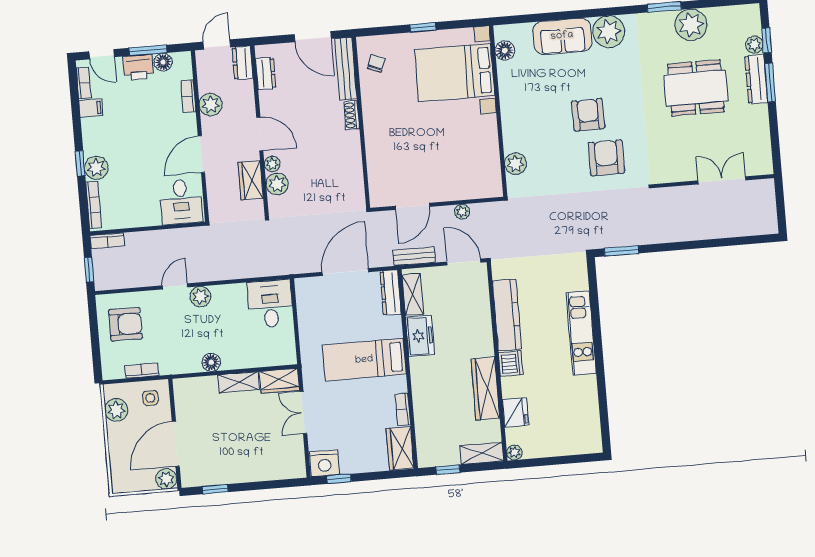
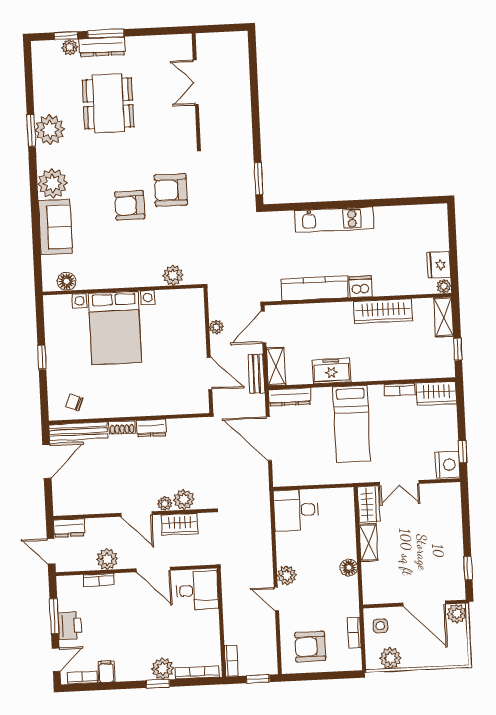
plant: (691, 25) -> (50, 130), moved
floor lamp: (163, 62) -> (66, 602), removed
bed with nightstands: (455, 73) -> (115, 328), moved
dresser: (266, 74) -> (151, 428), moved, turned 180
door: (260, 134) -> (136, 514), swing flipped
shelving: (413, 294) -> (276, 366), moved, turned 90
armchair: (126, 324) -> (310, 647), turned -90
fridge: (515, 412) -> (439, 265), moved, turned -90

